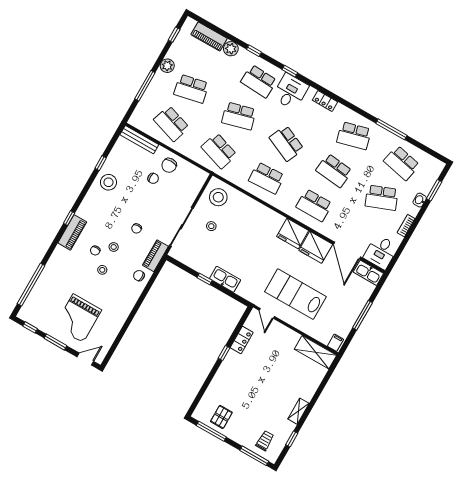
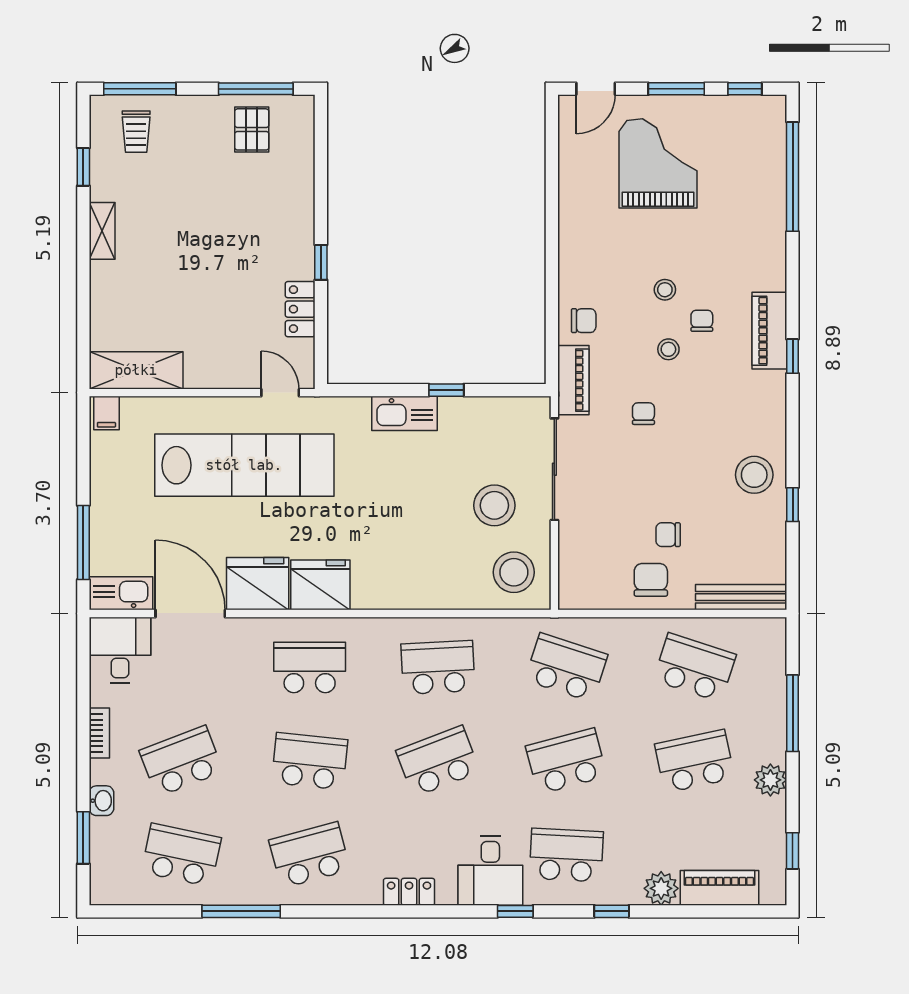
school desk: (287, 143) -> (438, 761), turned -45
stool: (211, 226) -> (494, 505), width x1.89, depth x1.89
lab bench: (295, 294) -> (244, 465), width x1.36
window: (363, 315) -> (83, 542), moved

